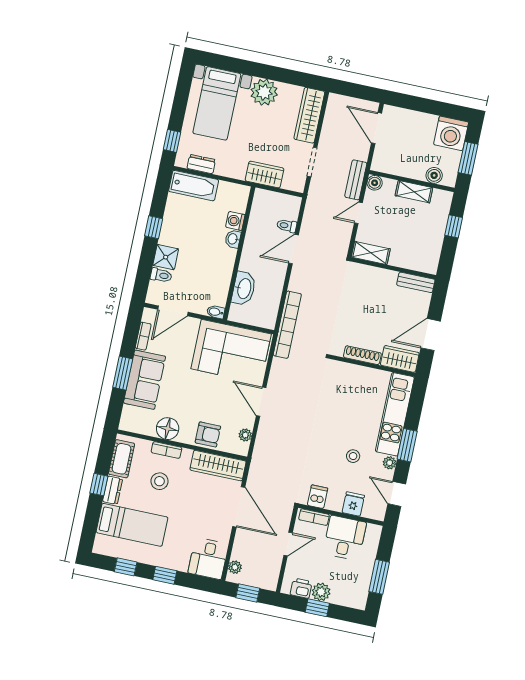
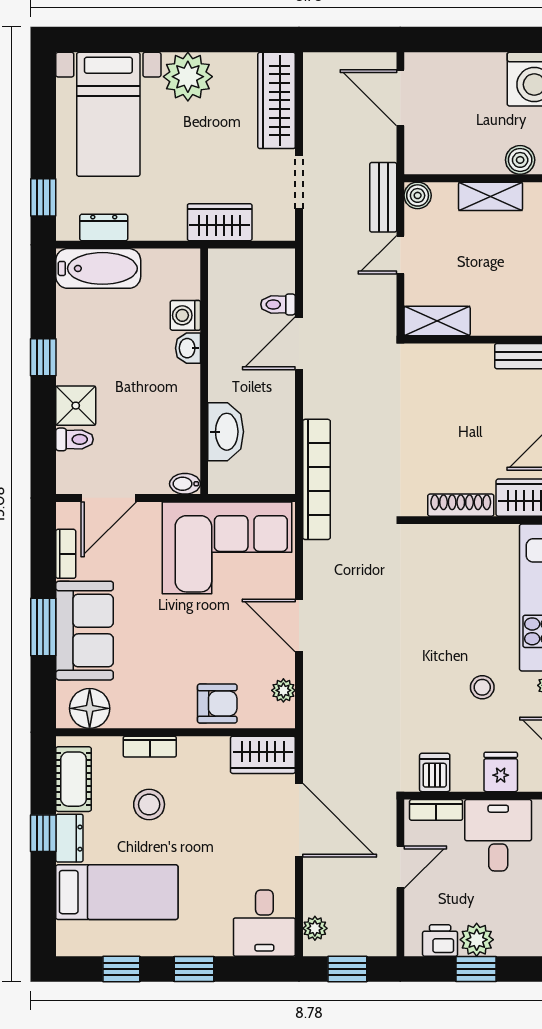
floor lamp: (168, 429) -> (90, 708), moved
wardrobe: (218, 466) -> (263, 755), width x0.67

